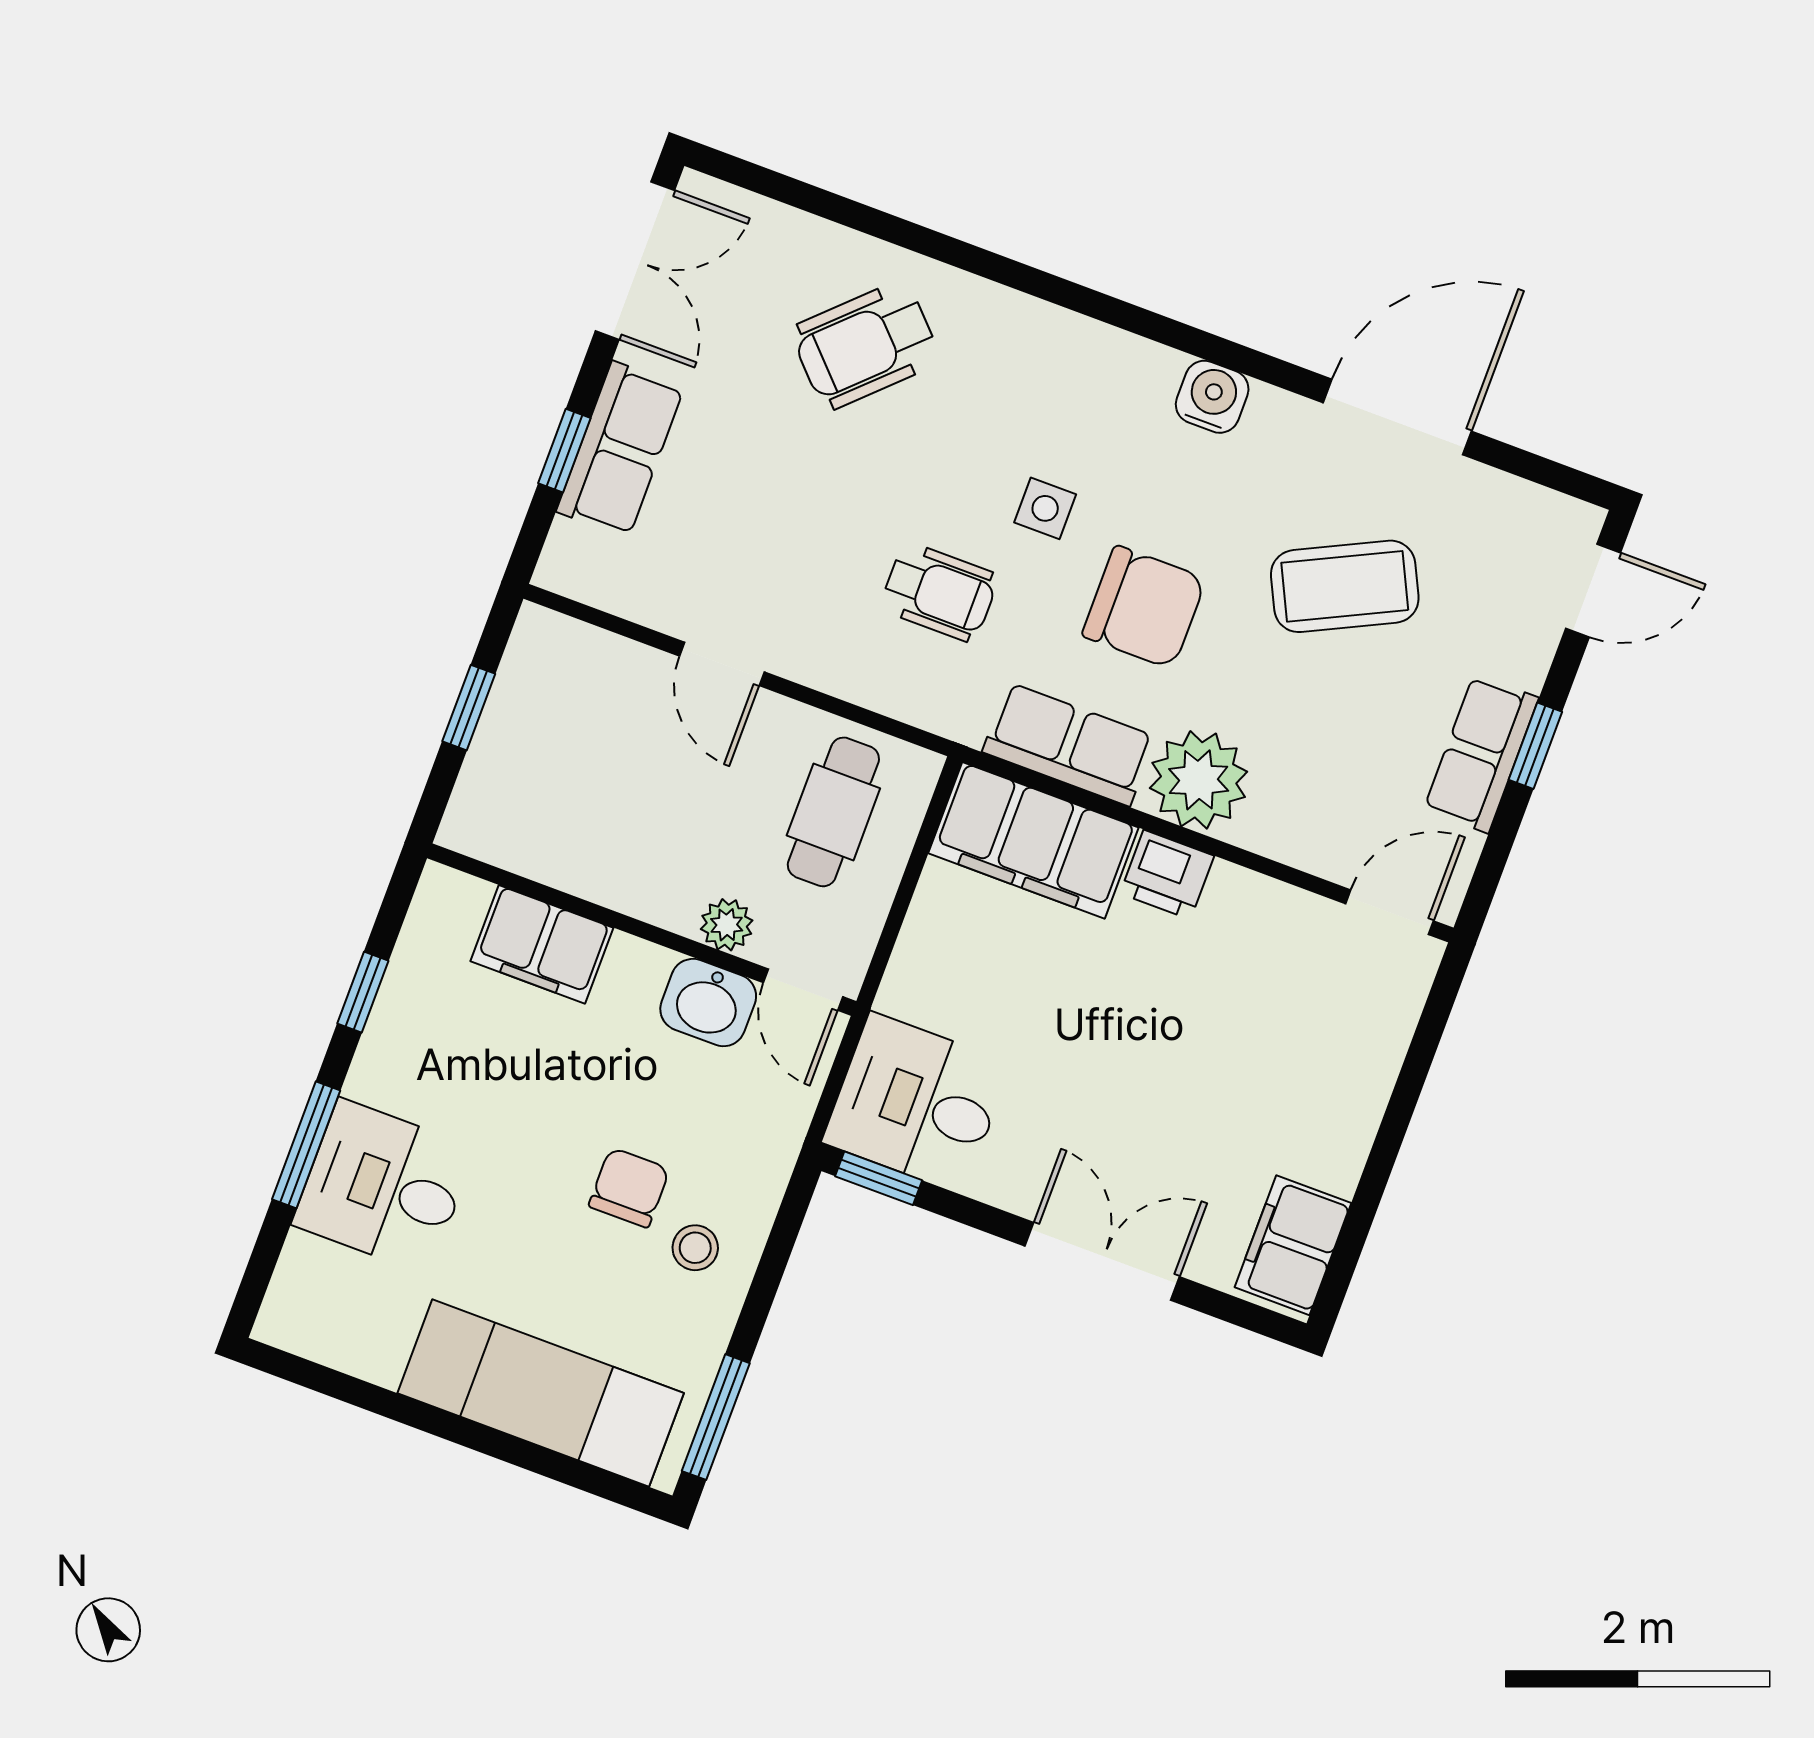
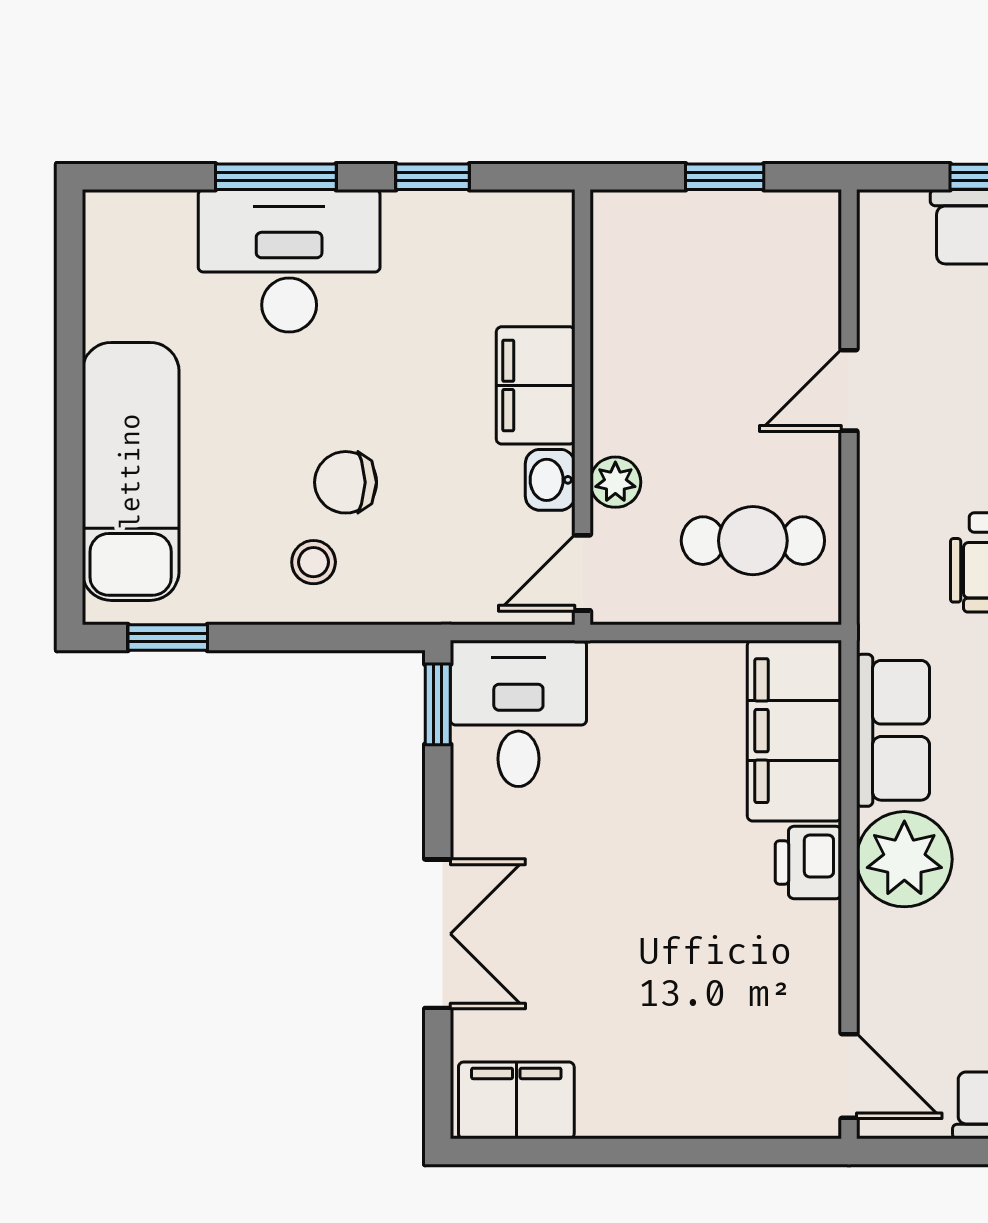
filing cabinet: (542, 944) -> (536, 385), moved
washbasin: (708, 1003) -> (550, 480), width x0.72, depth x0.69
desk: (384, 1186) -> (289, 261), width x1.37
chair: (629, 1188) -> (346, 482), turned 180
window: (716, 1417) -> (168, 637), width x0.67

